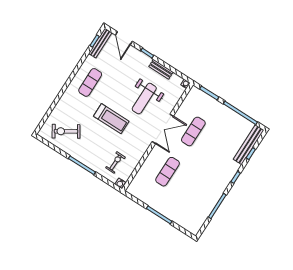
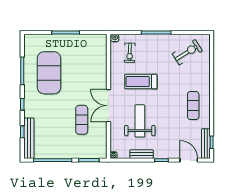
treadmill: (111, 119) -> (141, 82), moved
exercise mat: (168, 172) -> (49, 73), moved, width x2.00, depth x1.45

